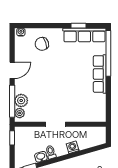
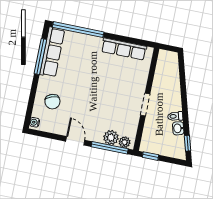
window: (78, 26) -> (40, 57), width x2.17
row of seats: (100, 74) -> (124, 49), moved
washing machine: (73, 147) -> (175, 91), removed

